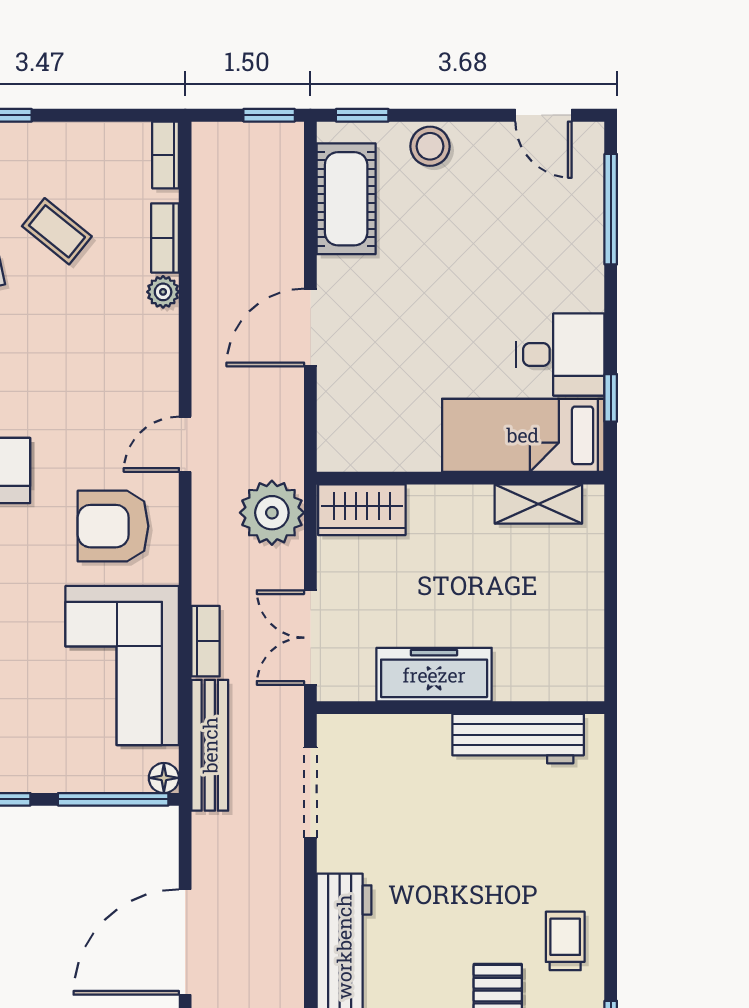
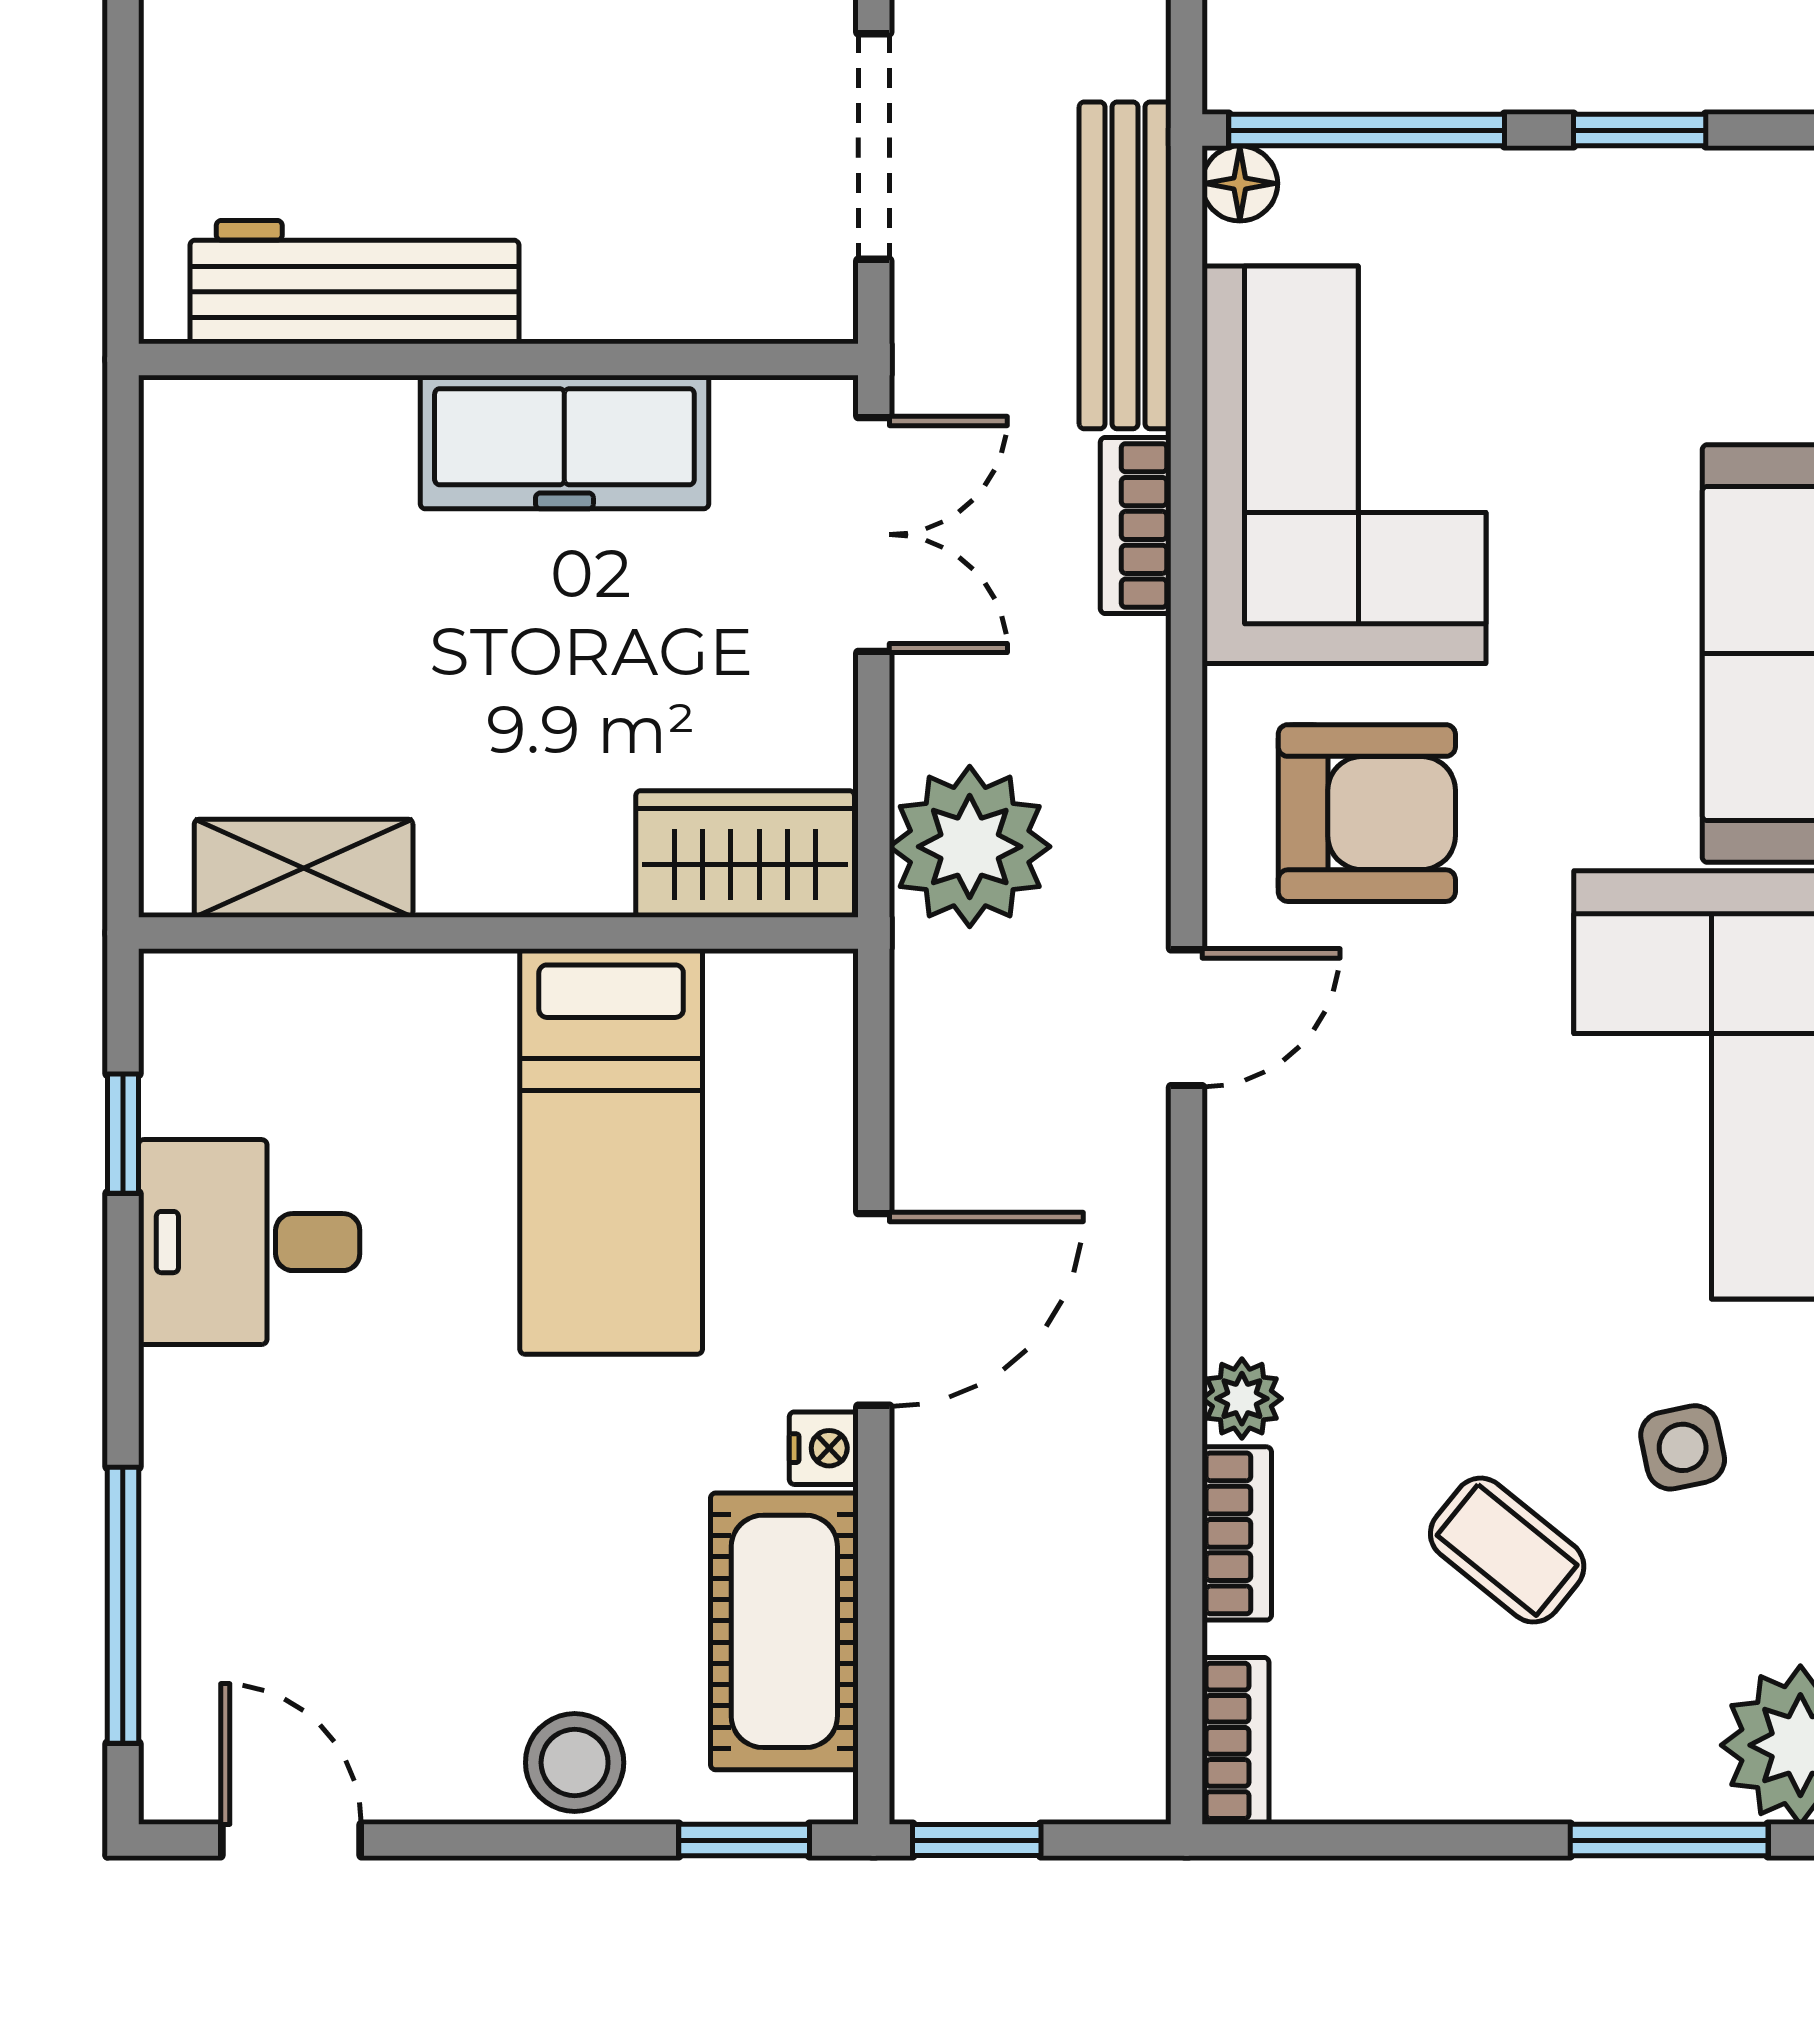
nightstand: (330, 272) -> (824, 1448), added
bed: (523, 435) -> (611, 1151), moved, turned 90

